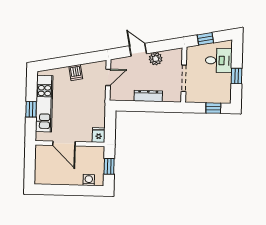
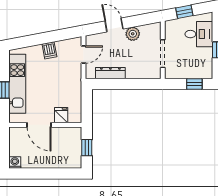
dresser: (148, 96) -> (110, 73), moved
fridge: (99, 135) -> (61, 115), moved
washing machine: (89, 180) -> (15, 162), moved

